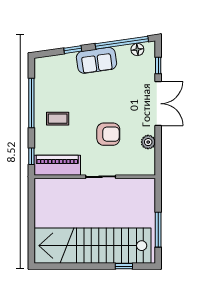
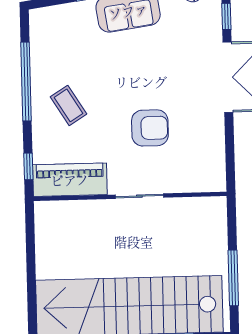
coffee table: (58, 119) -> (69, 105), turned 58
plant: (148, 142) -> (214, 139), removed

